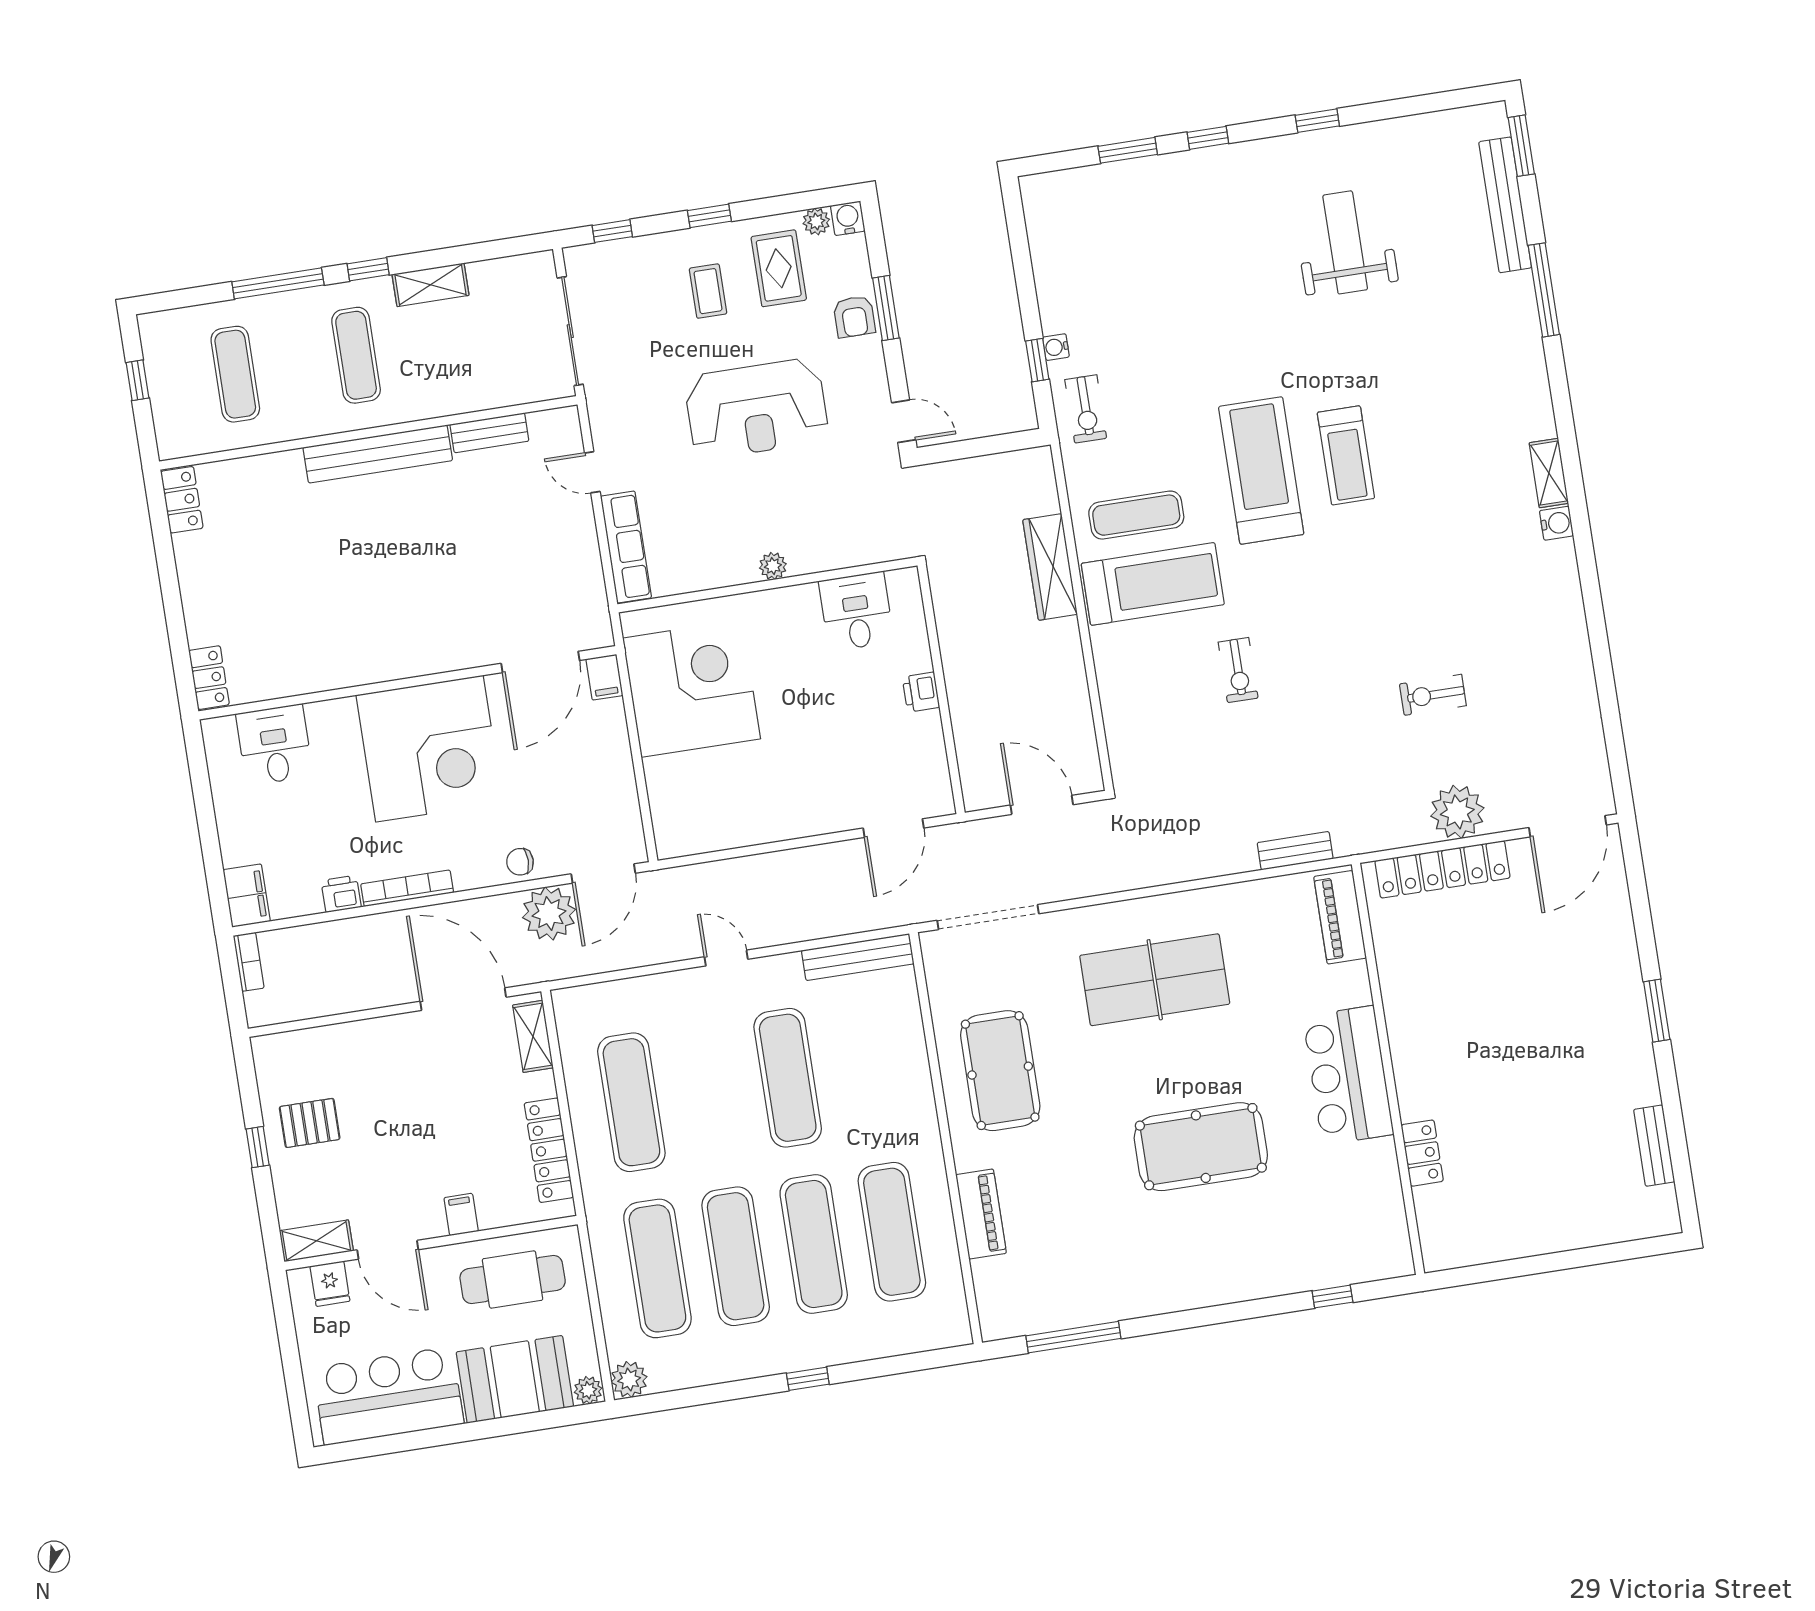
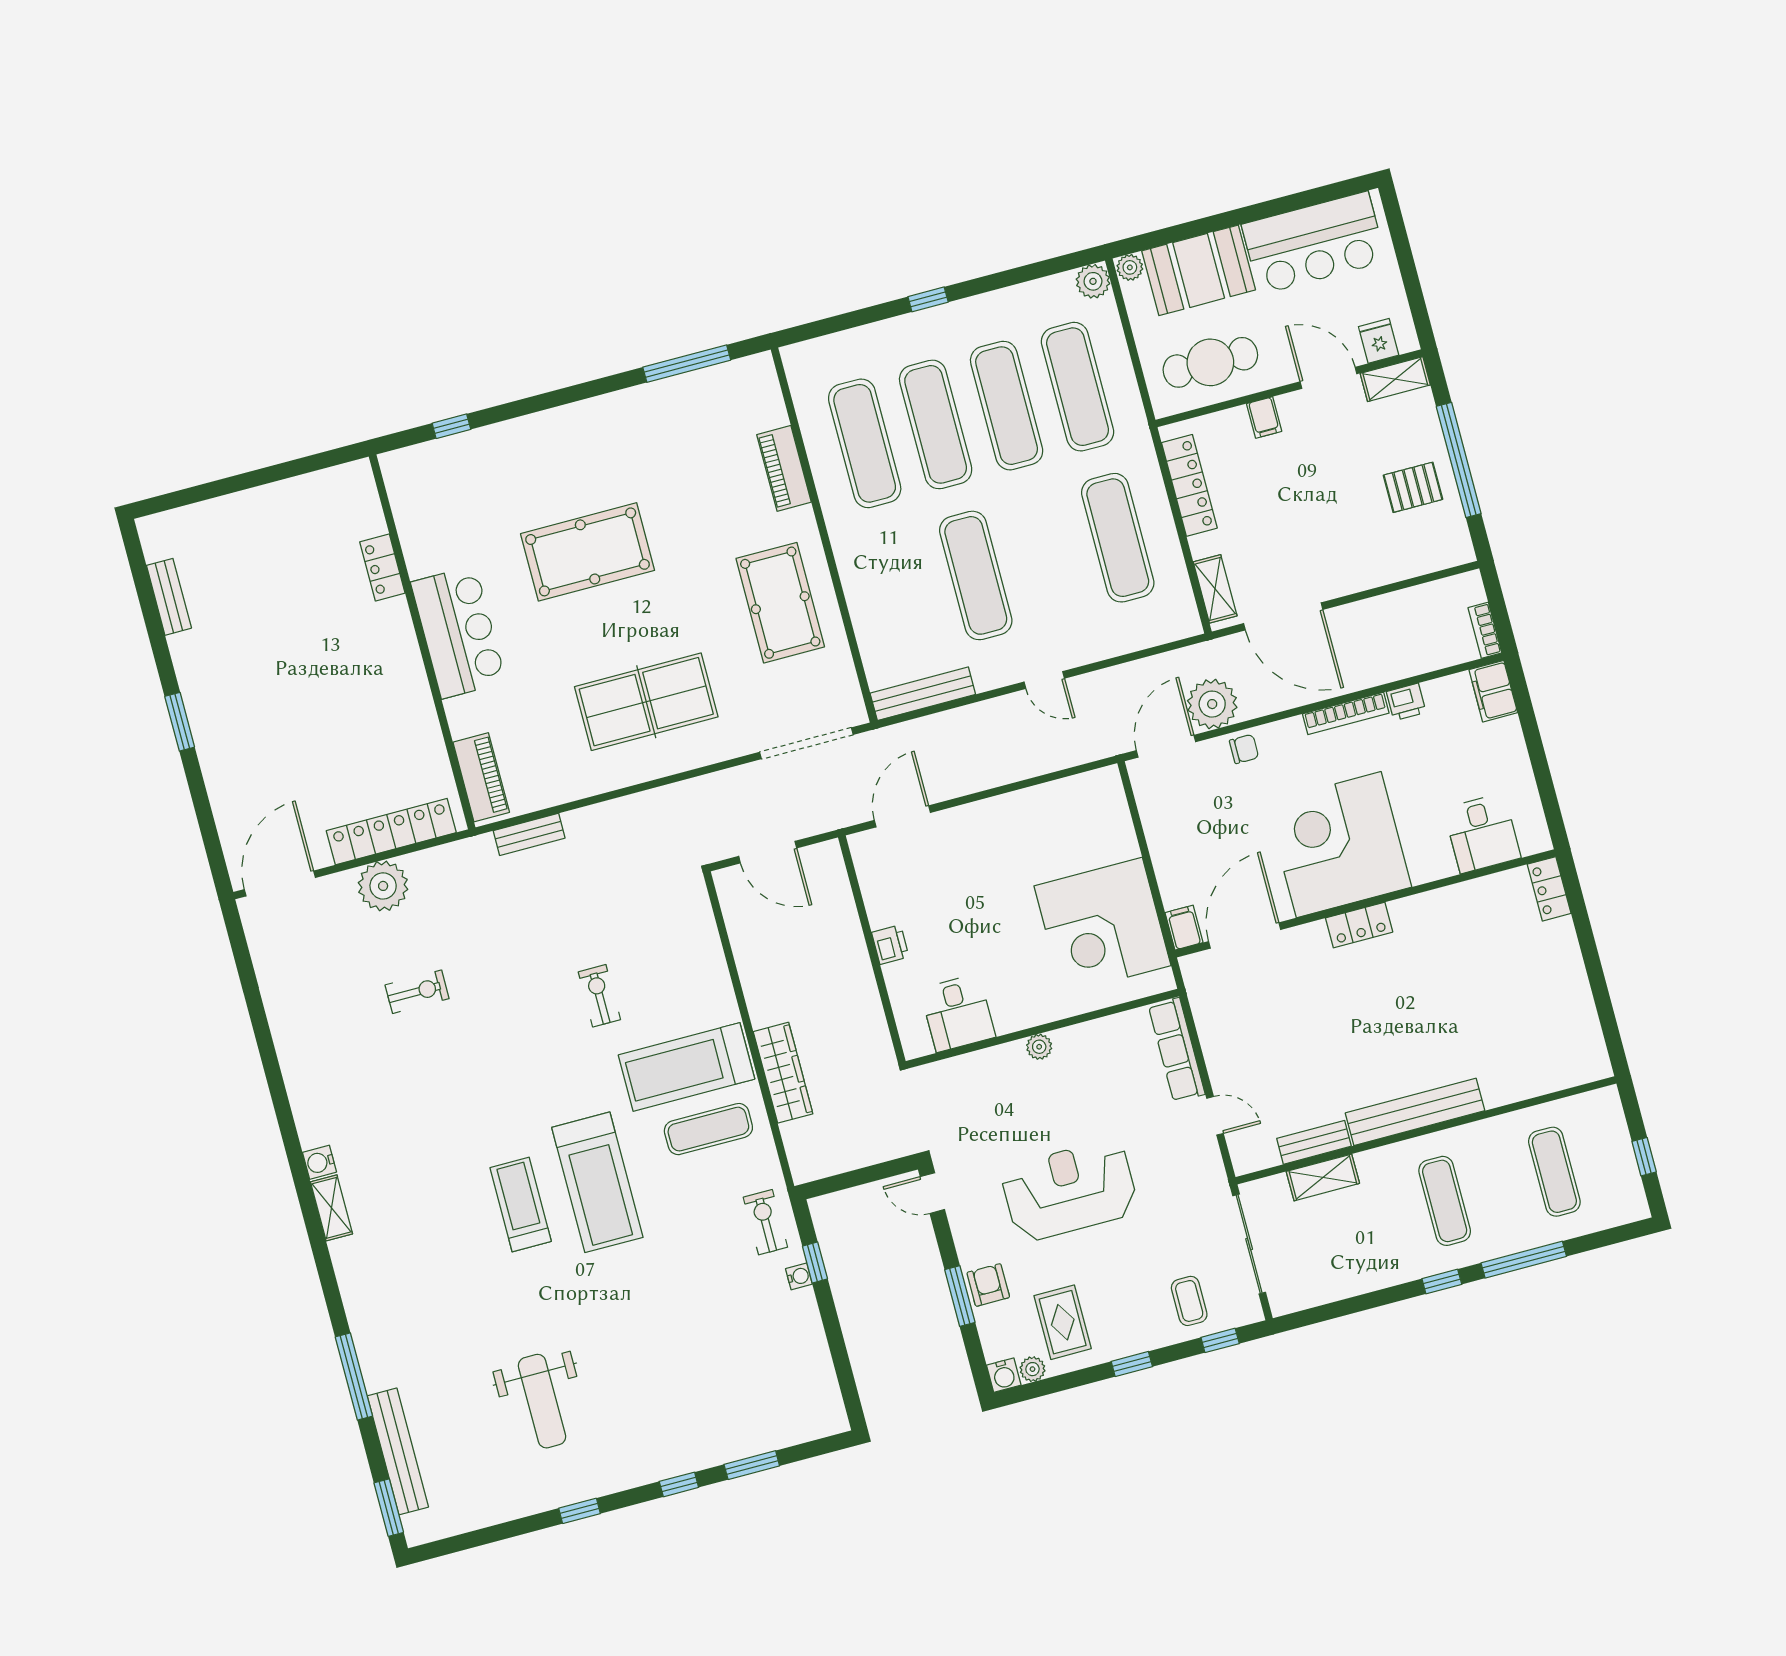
shelving: (431, 285) -> (1323, 1177), moved
coffee table: (708, 291) -> (1189, 1301), moved
locker: (182, 500) -> (1359, 925), moved, turned -90
window: (258, 1147) -> (1459, 460), width x3.17

